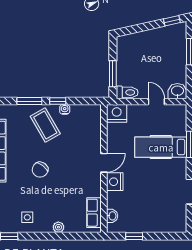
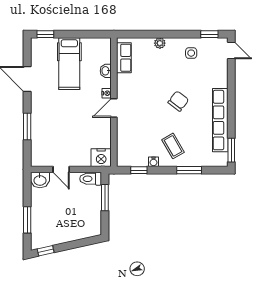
window: (58, 101) -> (139, 170), moved
coffee table: (45, 125) -> (173, 146), width x0.73, depth x0.77
hospital bed: (161, 147) -> (69, 64), moved, turned 90
nightstand: (115, 182) -> (107, 93), width x0.53, depth x0.56
washbasin: (112, 216) -> (106, 71), moved
window: (134, 236) -> (45, 34), moved

